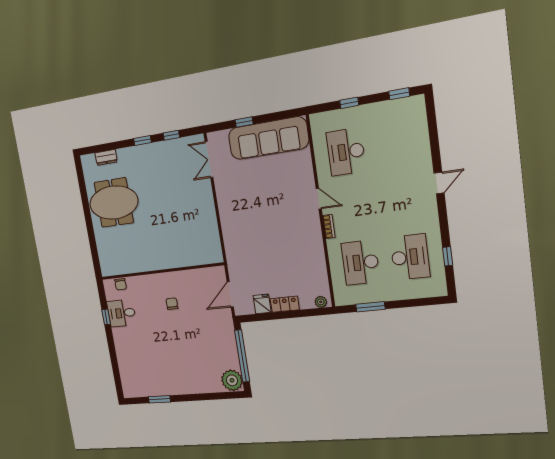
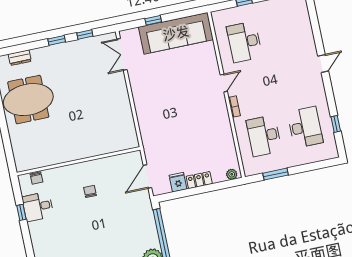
door: (319, 199) -> (224, 83), hinge flipped

